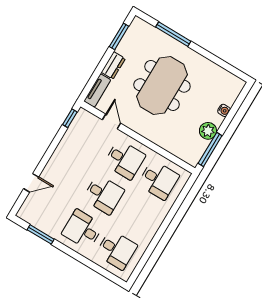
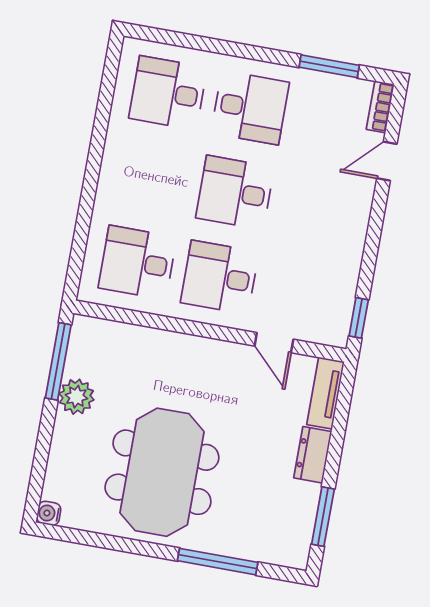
meeting table: (162, 85) -> (162, 472), moved
water cooler: (224, 110) -> (49, 513), moved
bookcase: (25, 208) -> (380, 107), added

